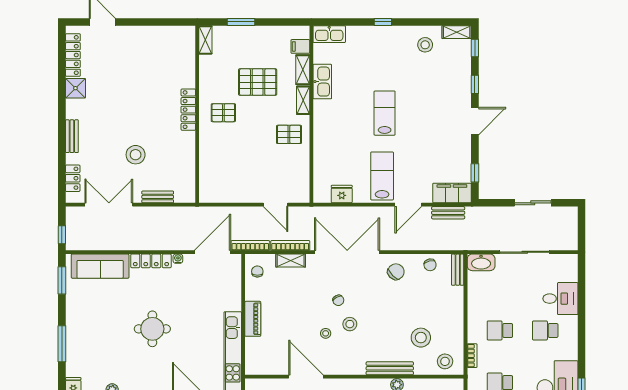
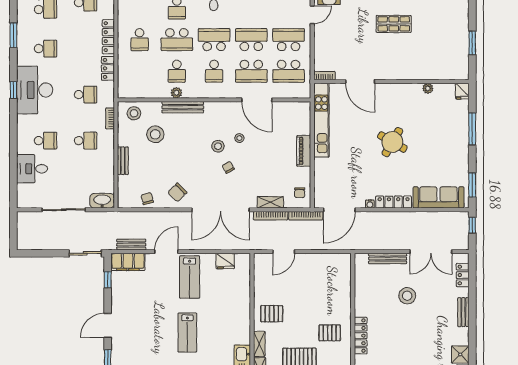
bench: (158, 197) -> (388, 258), width x1.36
sliding door: (533, 203) -> (85, 253), moved
door: (275, 205) -> (284, 252), swing flipped
bench: (458, 270) -> (123, 161), moved
round table: (152, 329) -> (392, 142), turned 30

